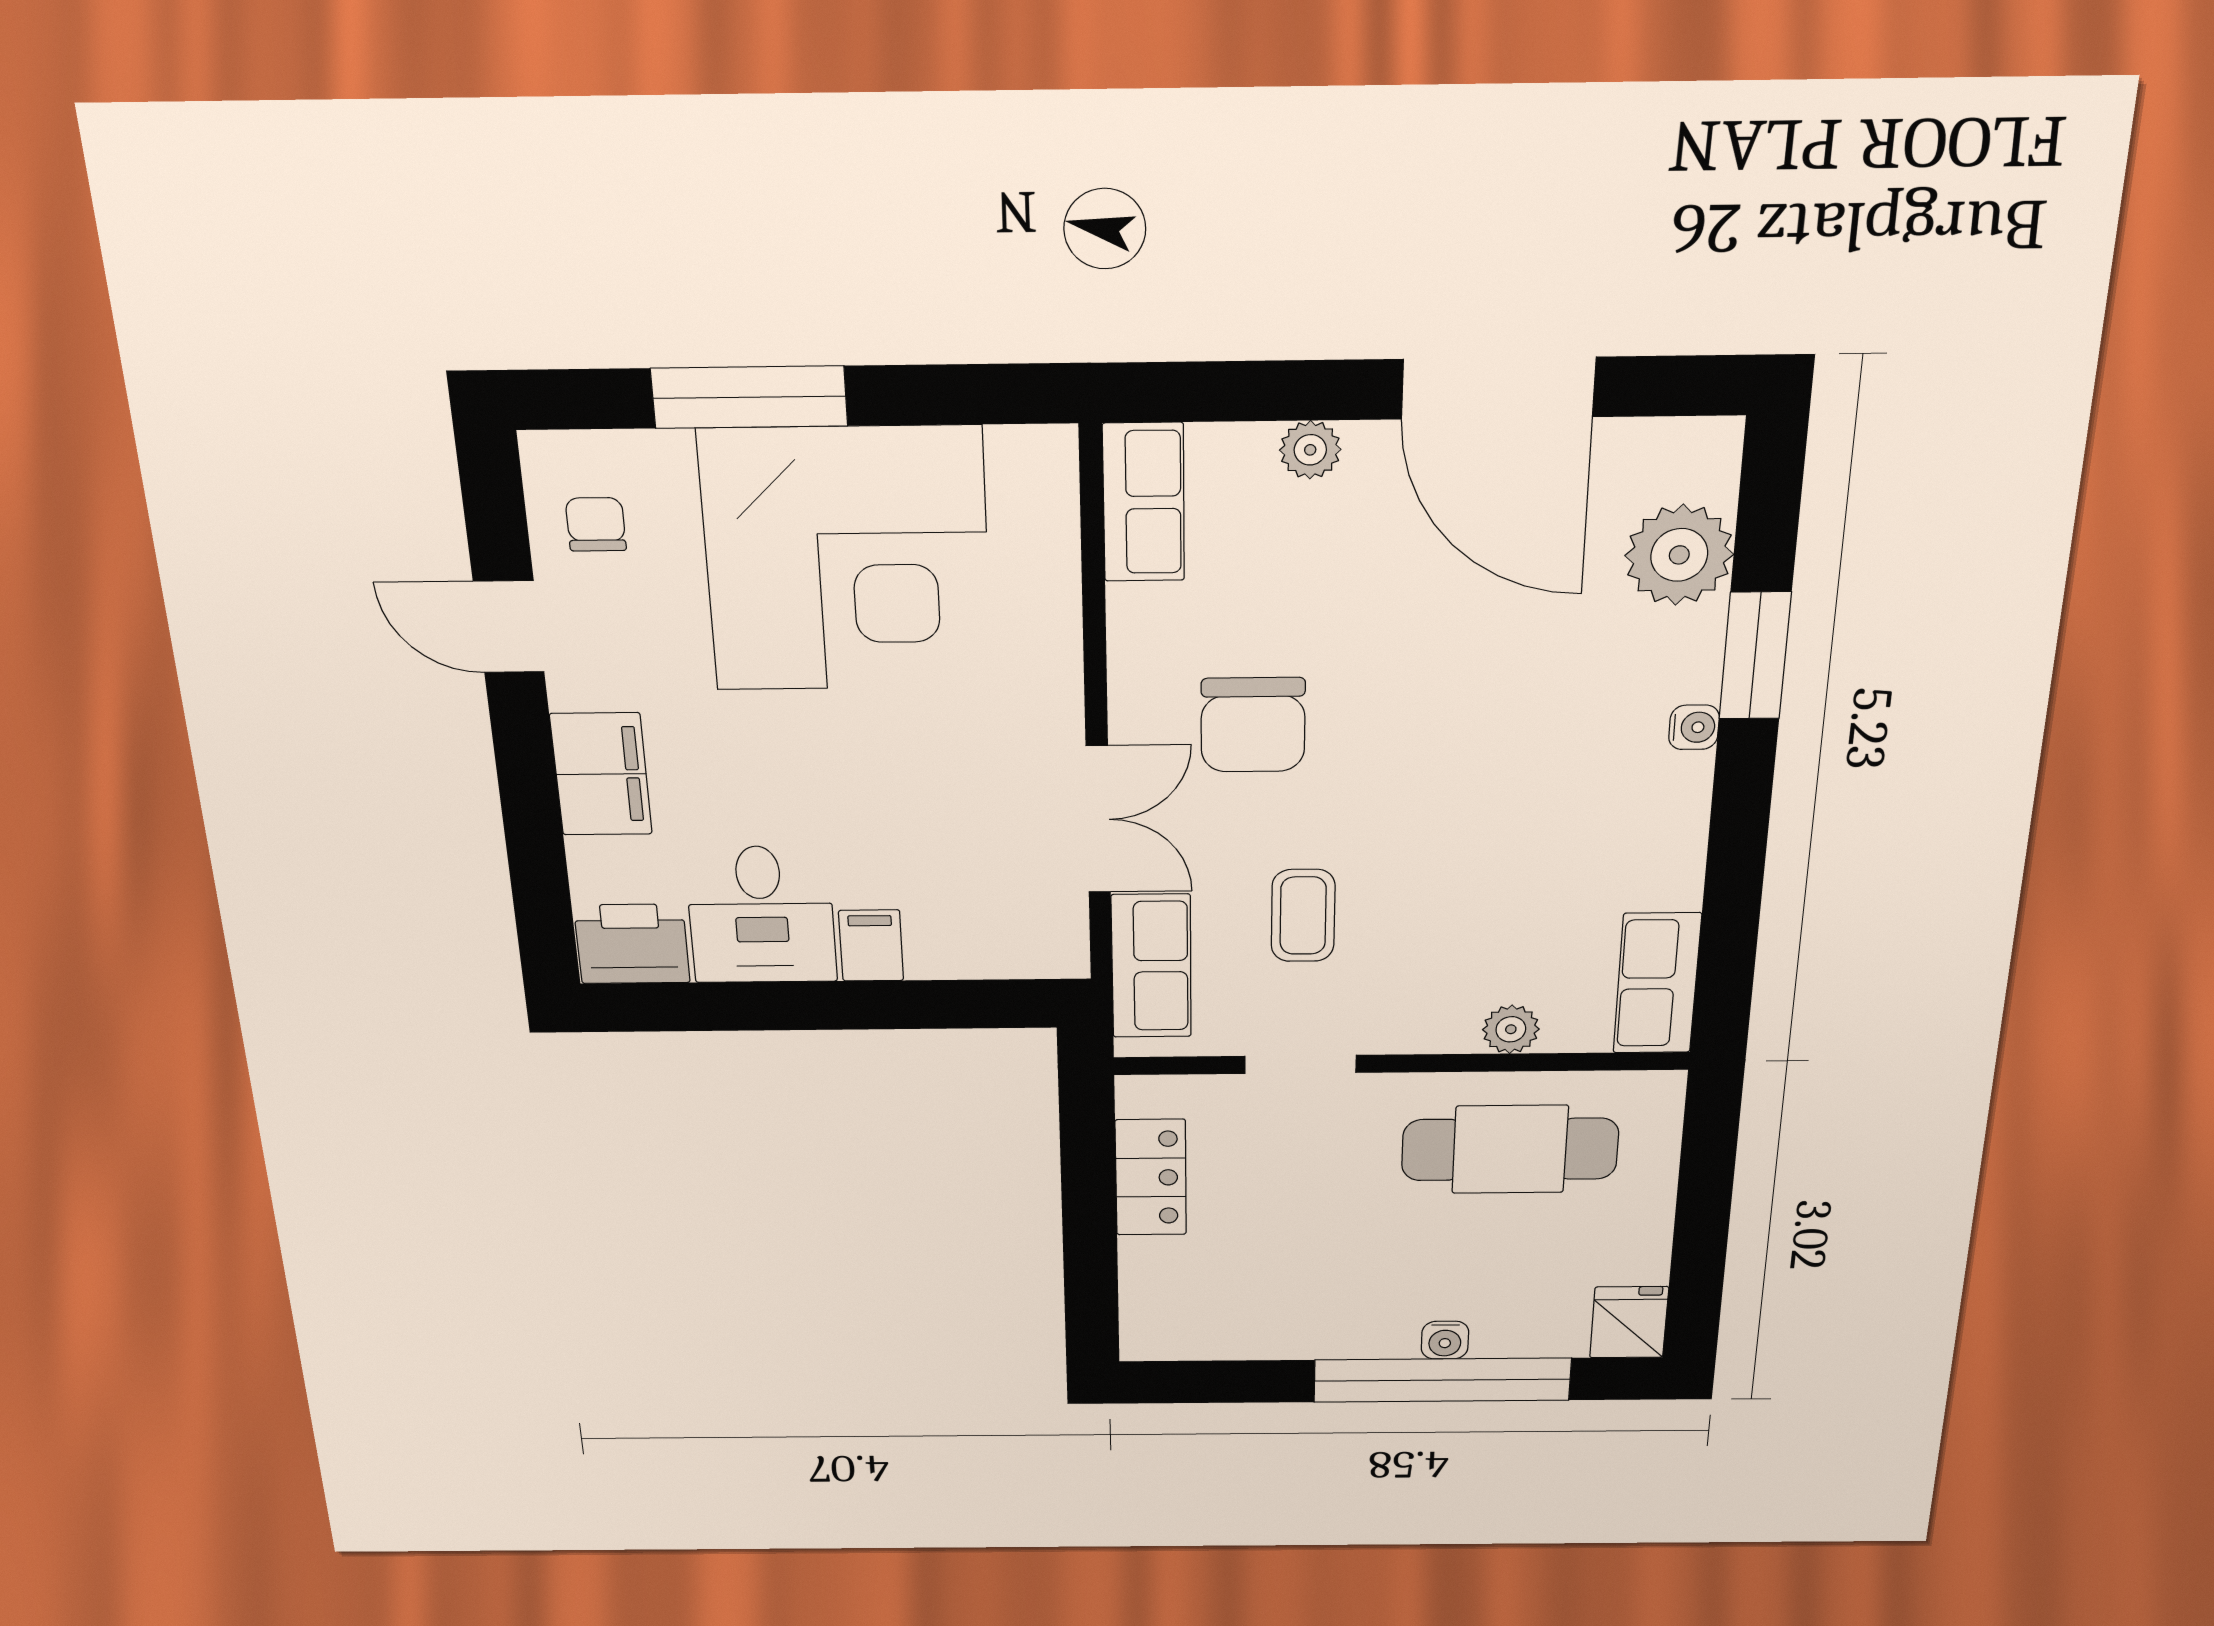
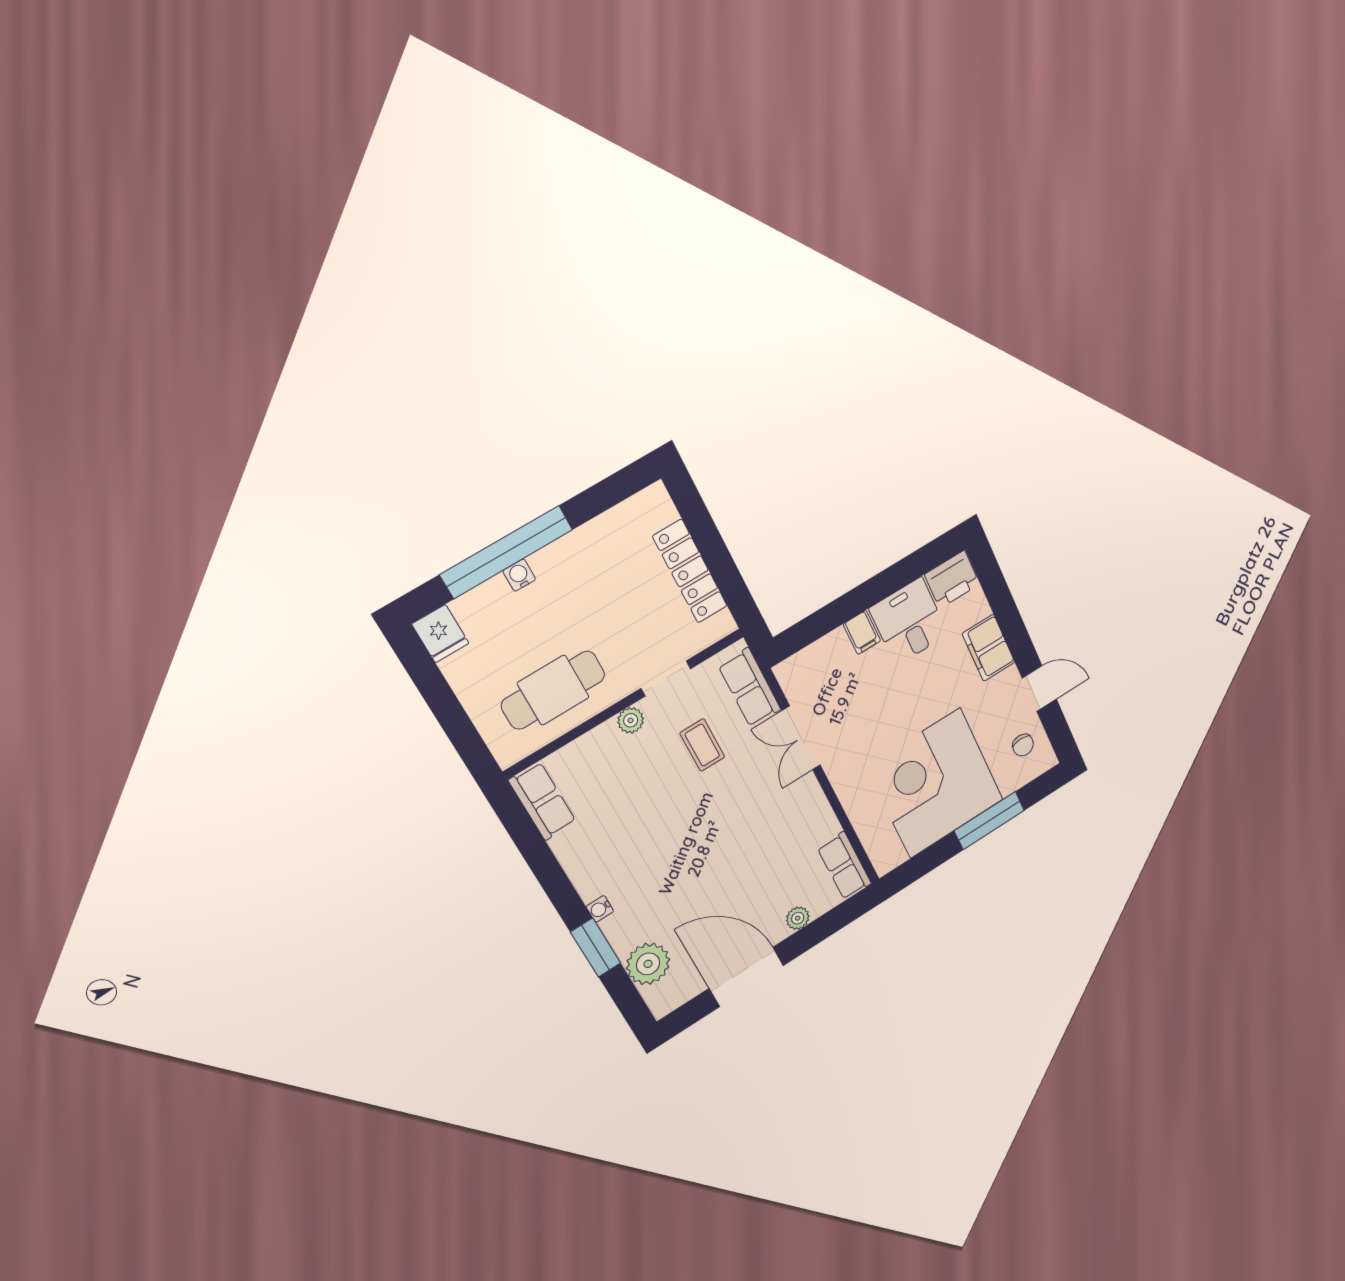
chair: (1253, 725) -> (764, 810), removed
plant: (1511, 1029) -> (631, 720), moved
locker: (1151, 1177) -> (690, 571), width x1.53

